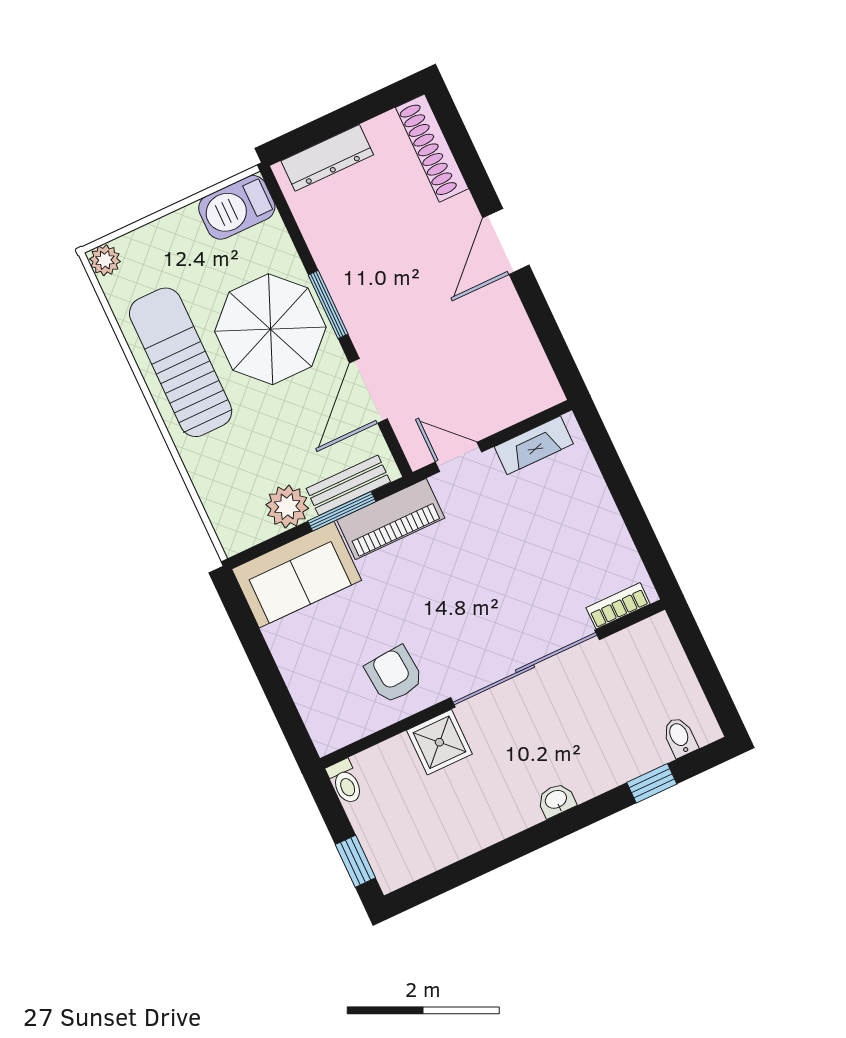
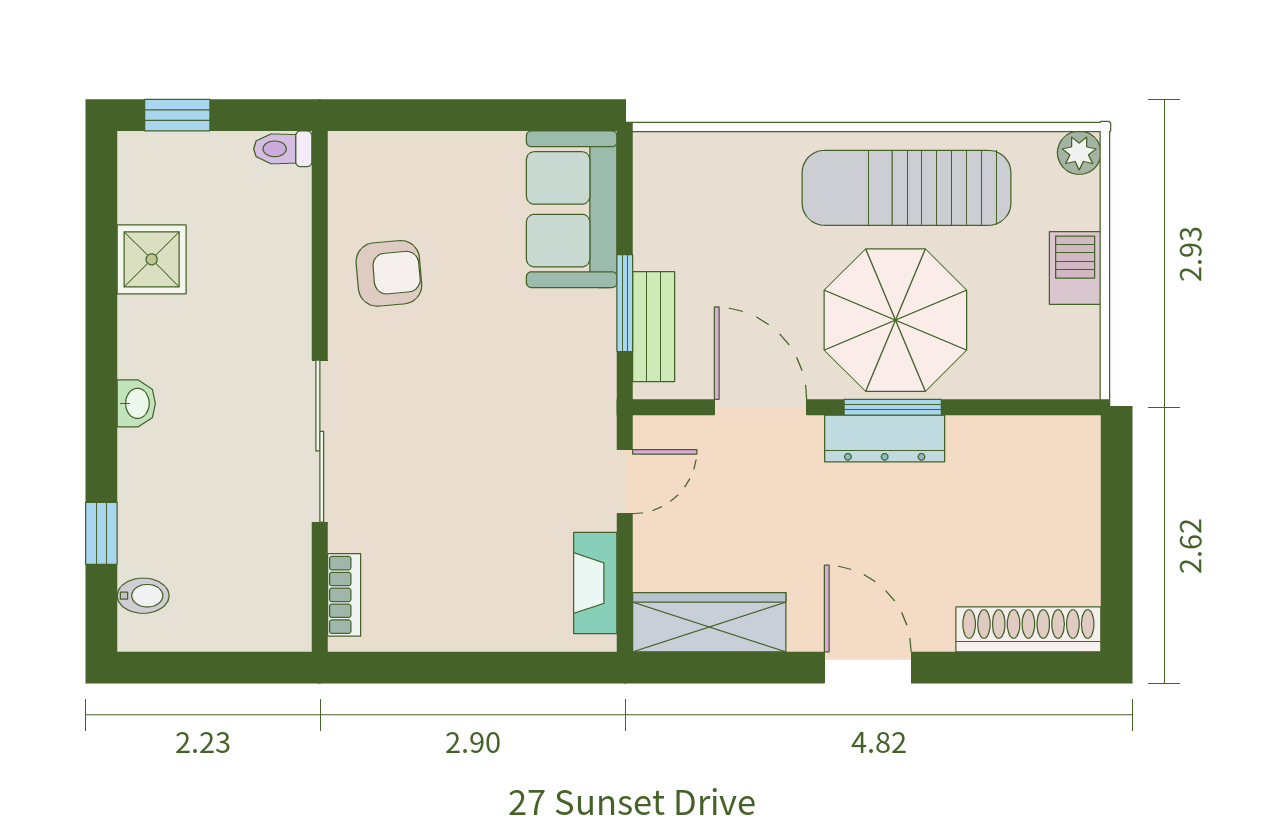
dresser: (327, 158) -> (885, 439), moved, turned -90
barbecue: (237, 207) -> (1075, 268), moved, width x0.73, depth x0.79
wardrobe: (525, 359) -> (709, 622), added
sun lounger: (181, 362) -> (907, 188), turned 180
plant: (287, 507) -> (663, 237), removed
piano: (391, 519) -> (586, 360), removed
sliding door: (525, 669) -> (320, 441), width x0.73
shower: (439, 742) -> (152, 259), moved

